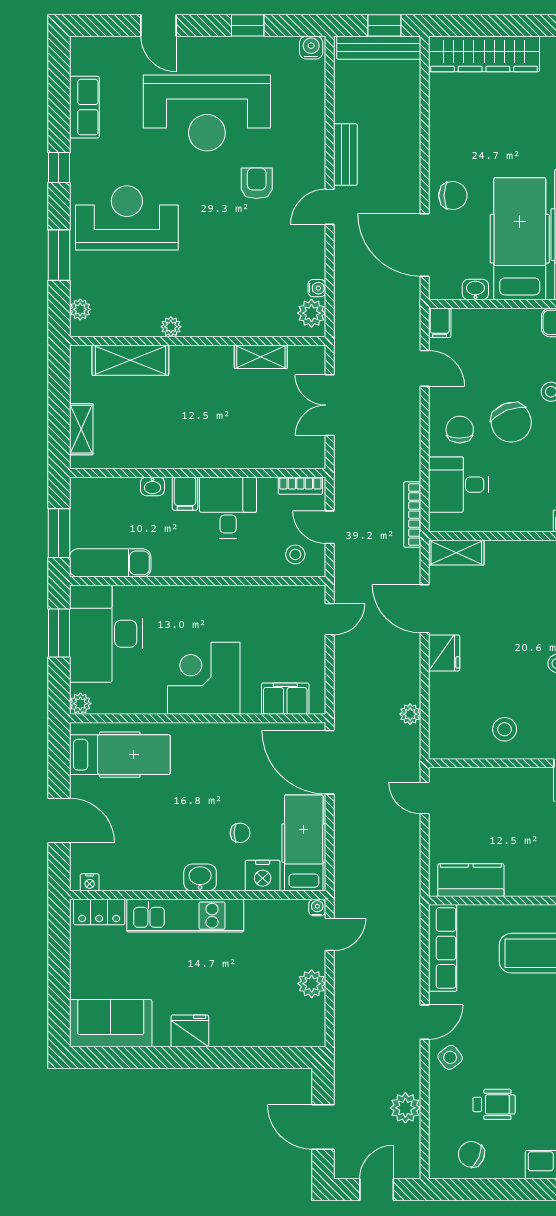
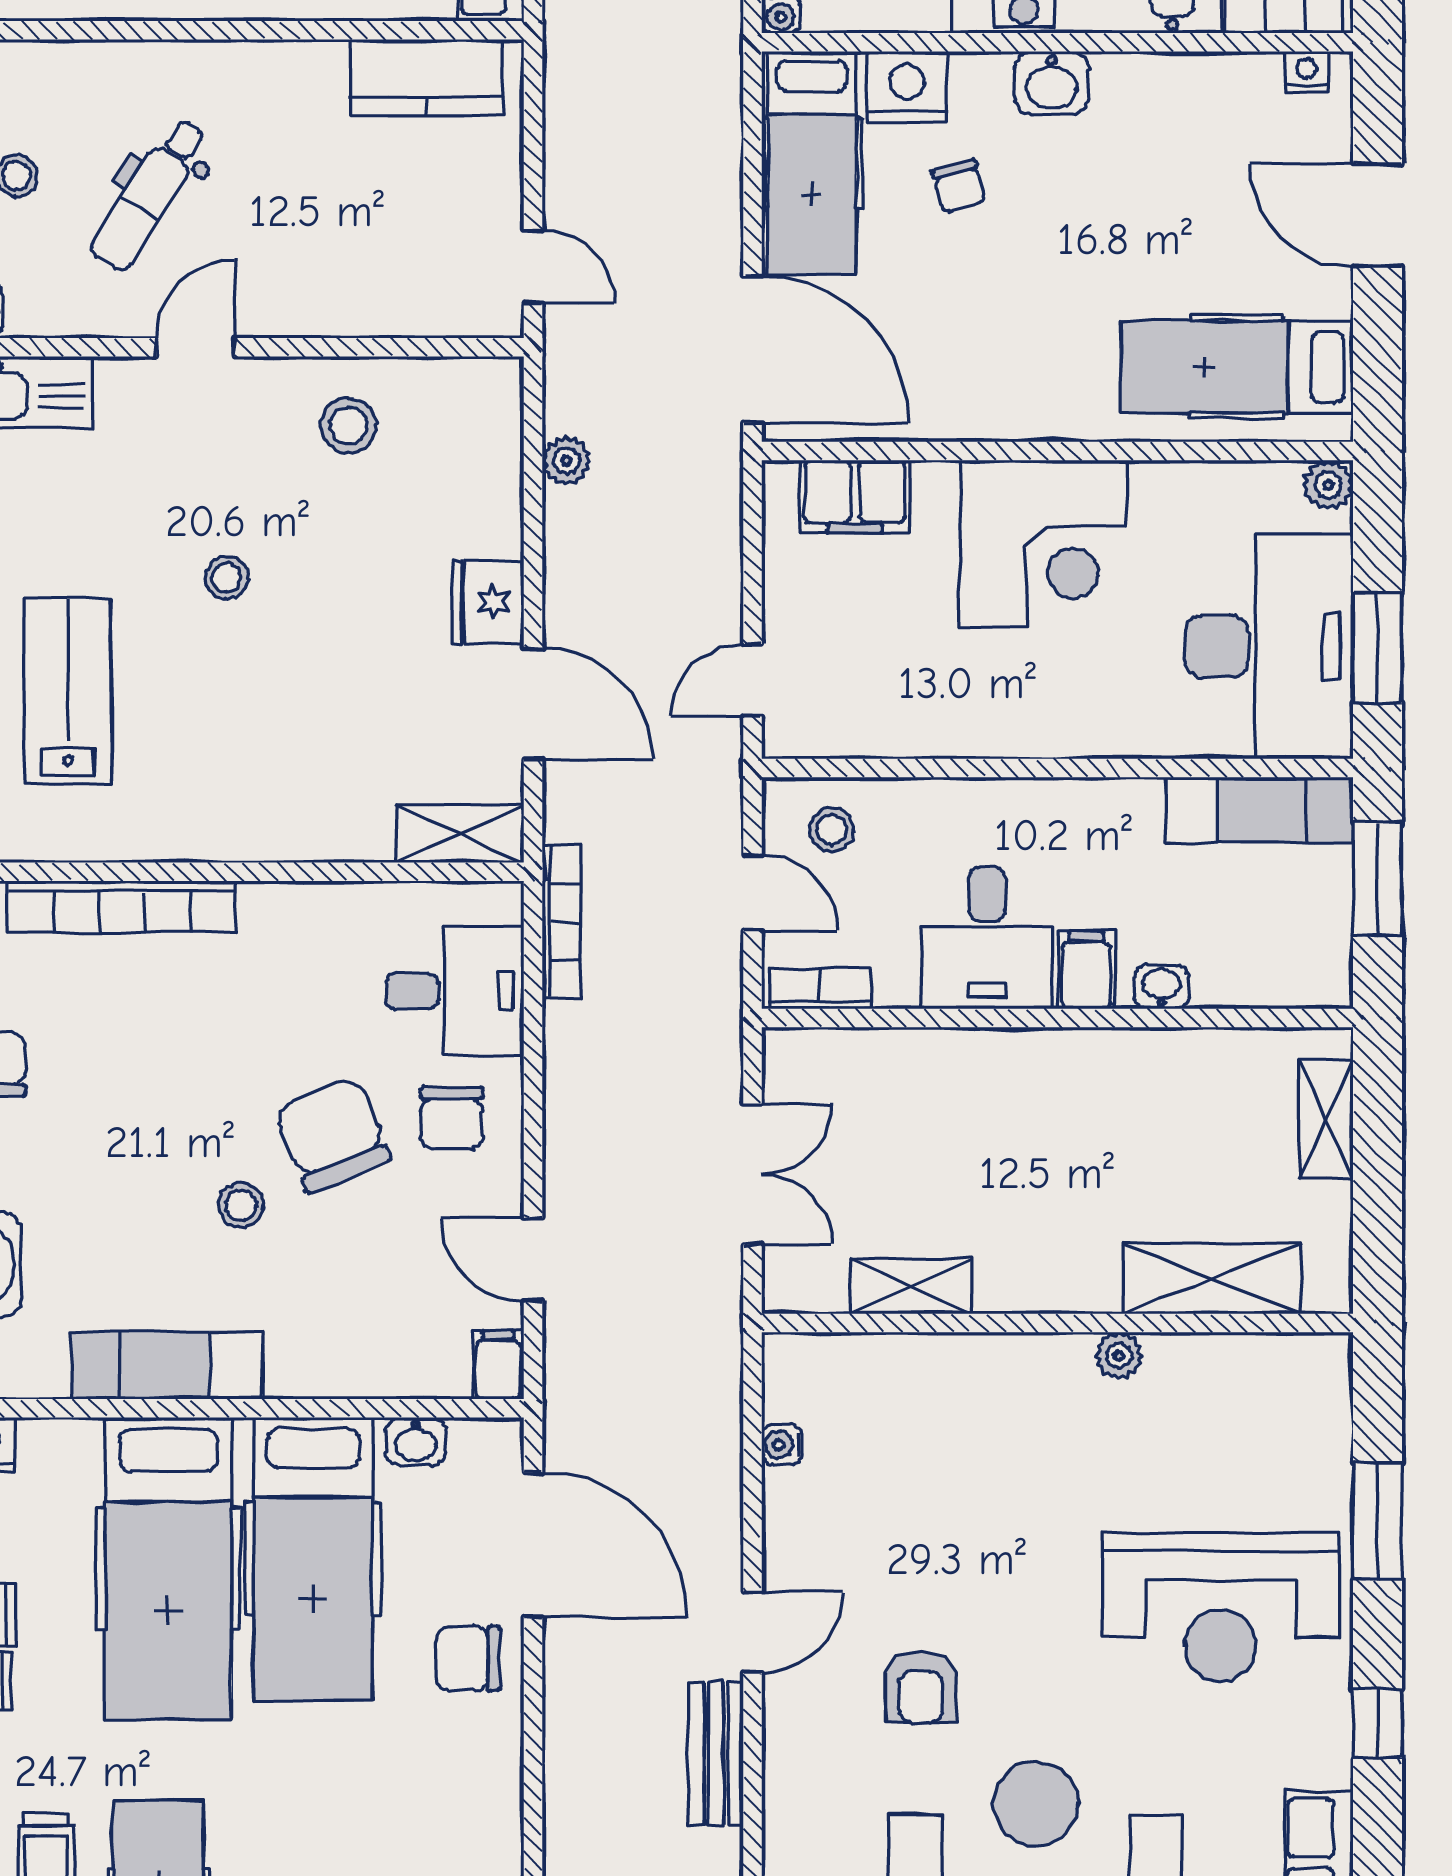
plant: (80, 309) -> (1329, 1395), removed
plant: (311, 313) -> (794, 1387), removed
chair: (240, 833) -> (959, 186), turned -105

